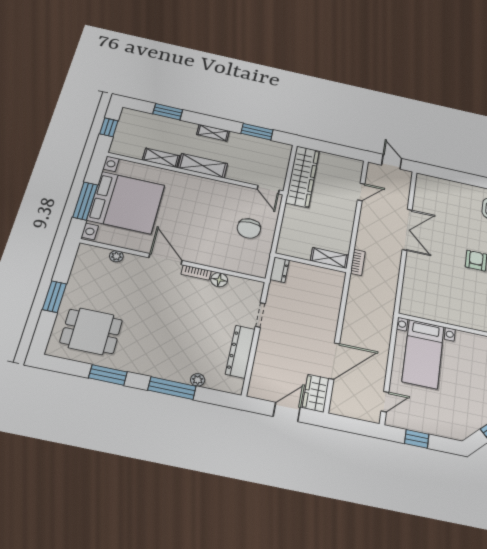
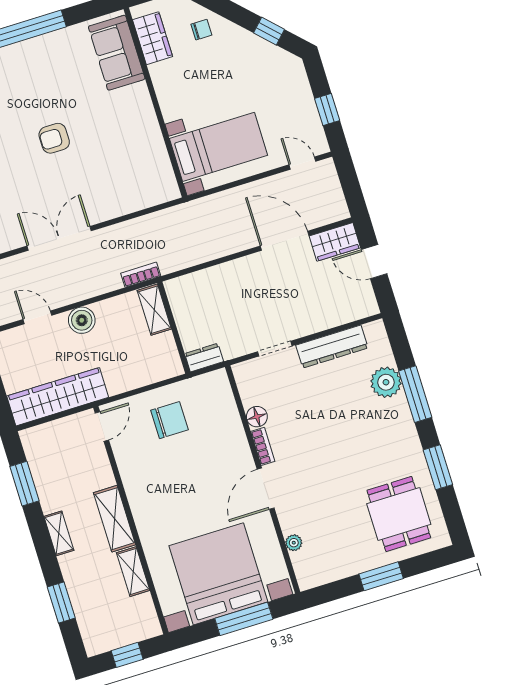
boiler: (345, 214) -> (82, 320), added
plant: (198, 380) -> (386, 382), width x1.87, depth x1.87

